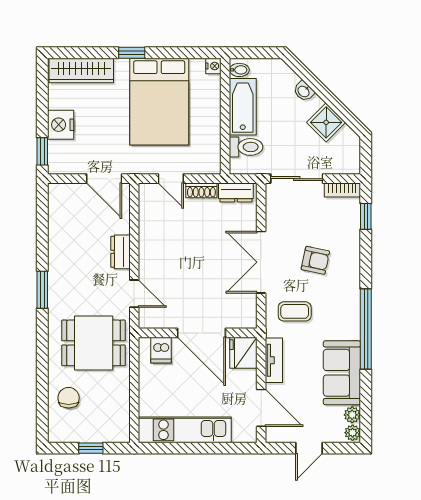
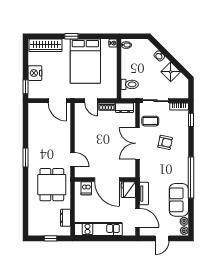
bathtub: (243, 107) -> (128, 64), removed
dresser: (120, 252) -> (66, 218), moved
coffee table: (295, 311) -> (150, 121), moved
dining table: (94, 343) -> (52, 185), turned 90
chair: (69, 398) -> (39, 213), removed

